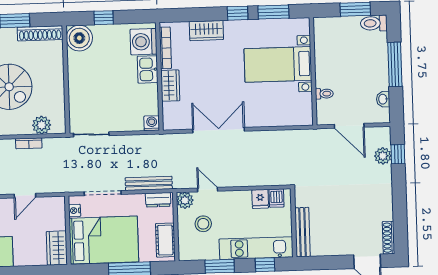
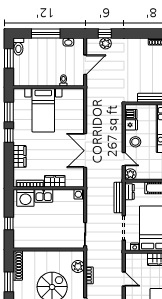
boiler: (79, 38) -> (22, 240), removed
door: (208, 190) -> (124, 159), swing flipped
stool: (203, 224) -> (135, 142), moved

